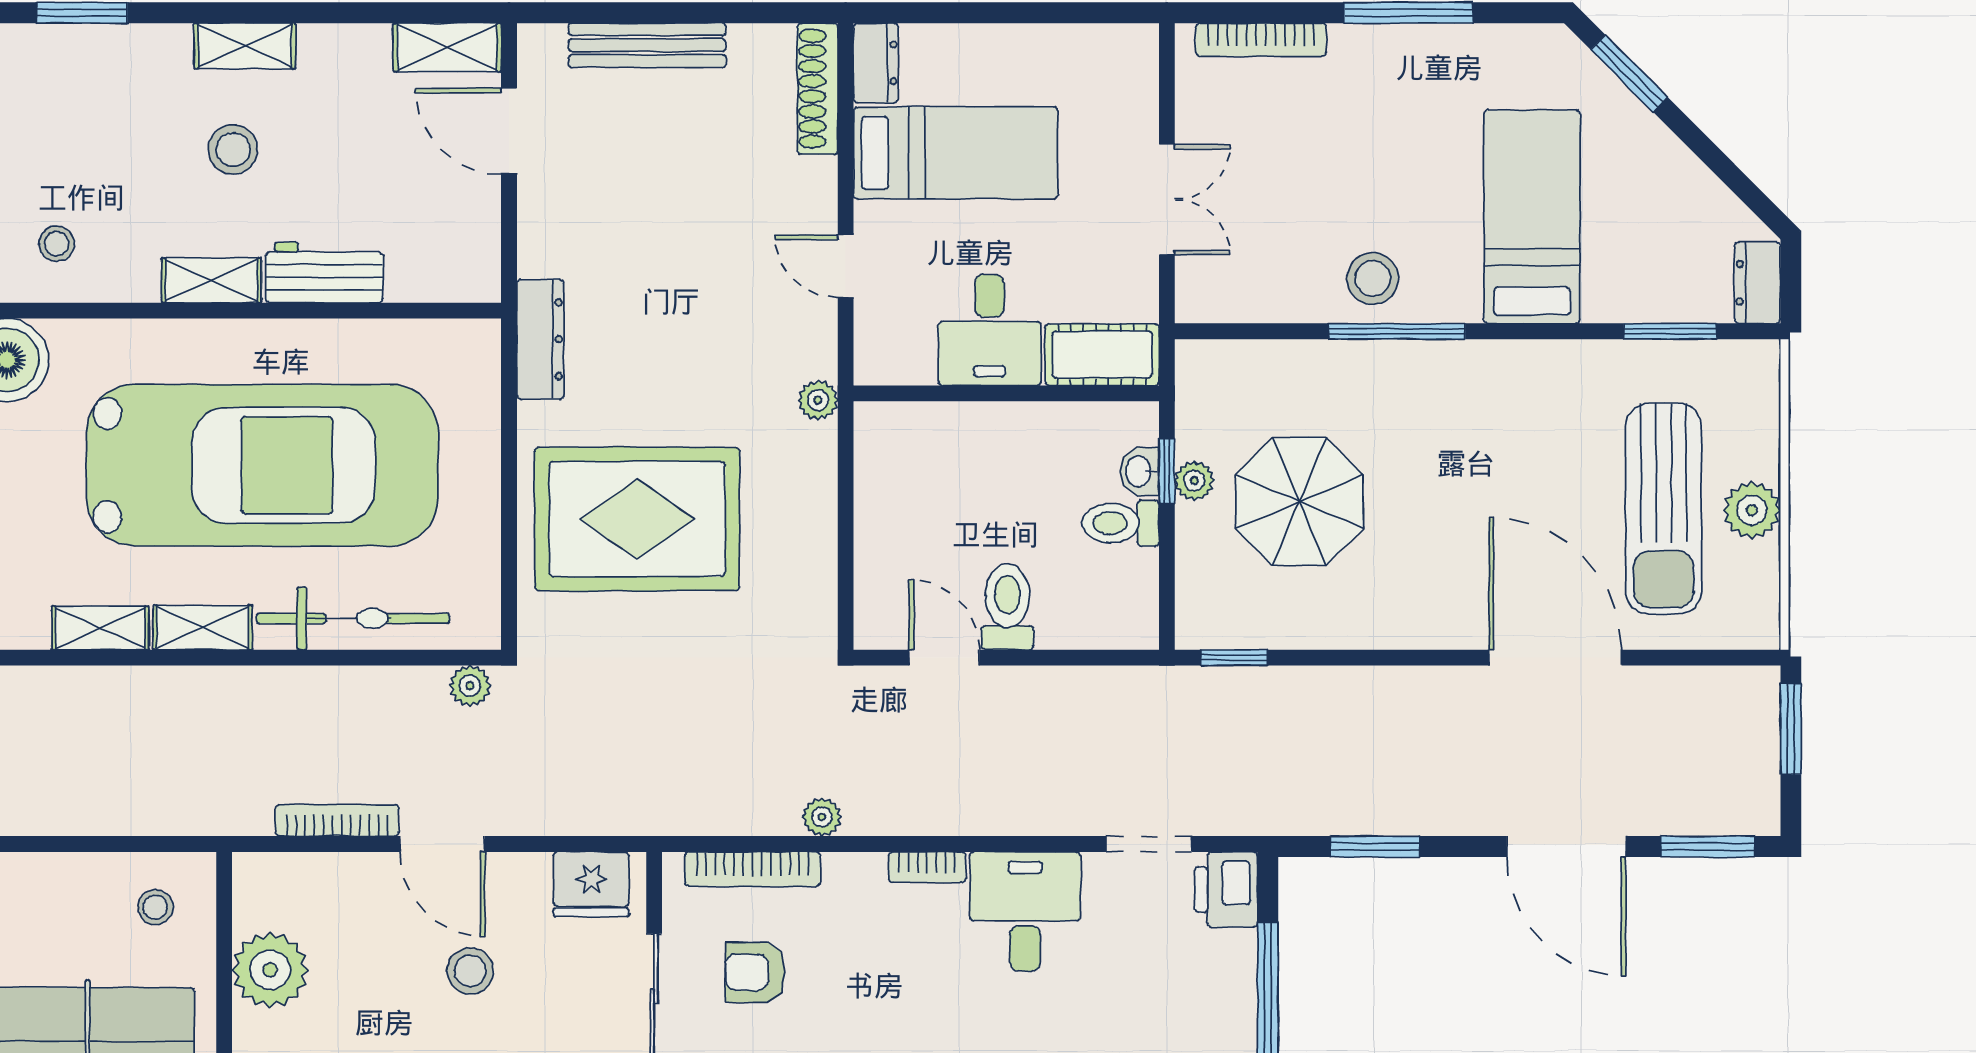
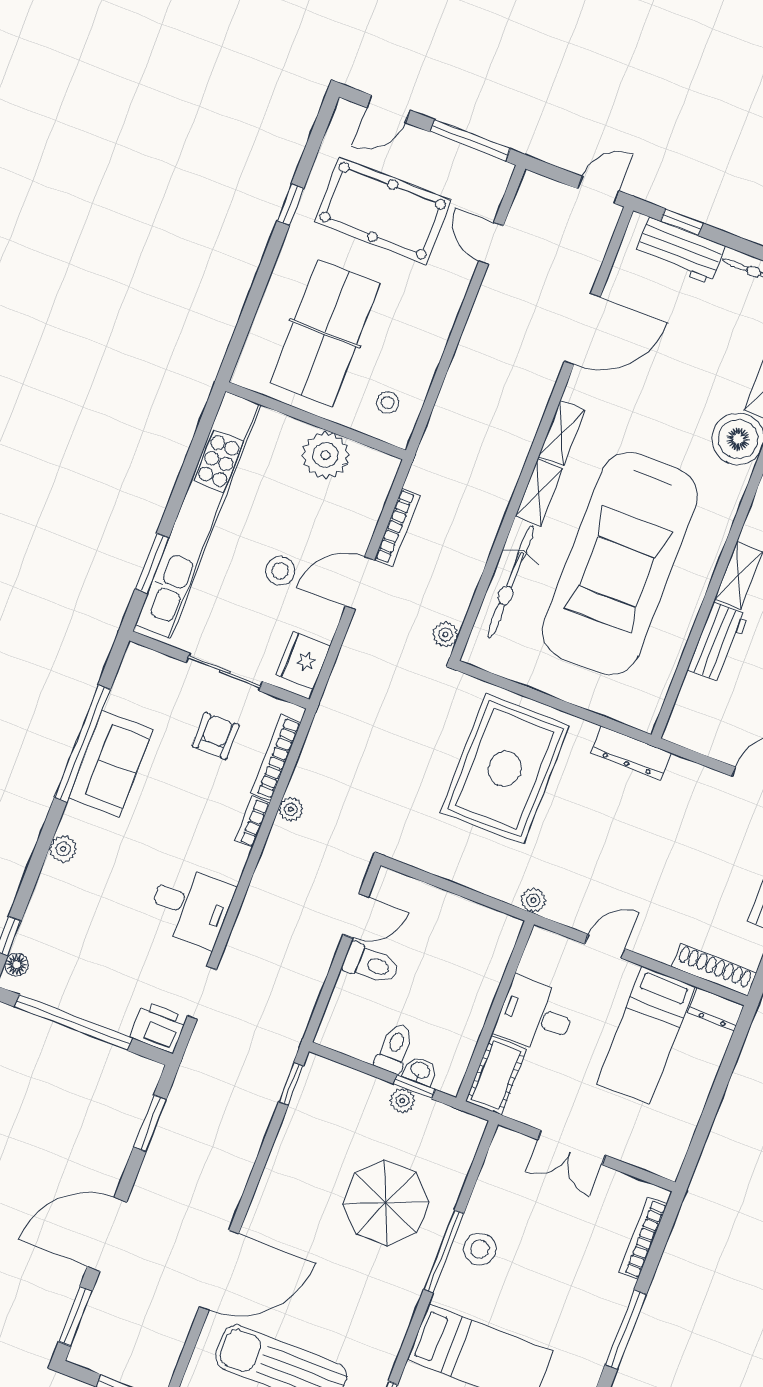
parasol: (1299, 502) -> (386, 1203), moved
bookcase: (927, 867) -> (252, 822), moved

